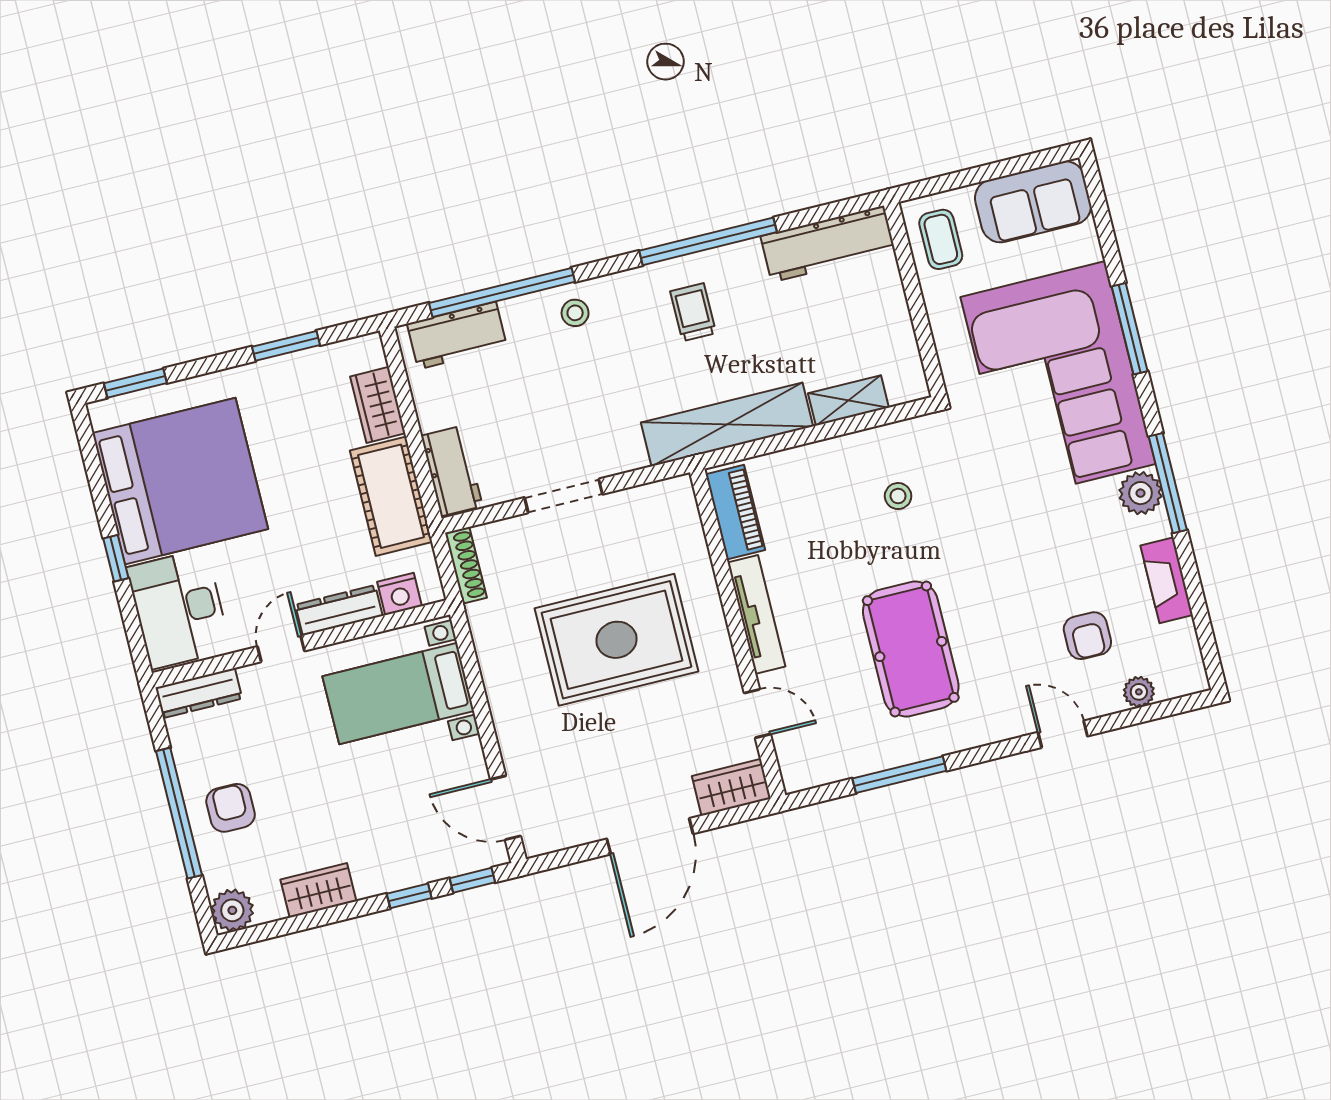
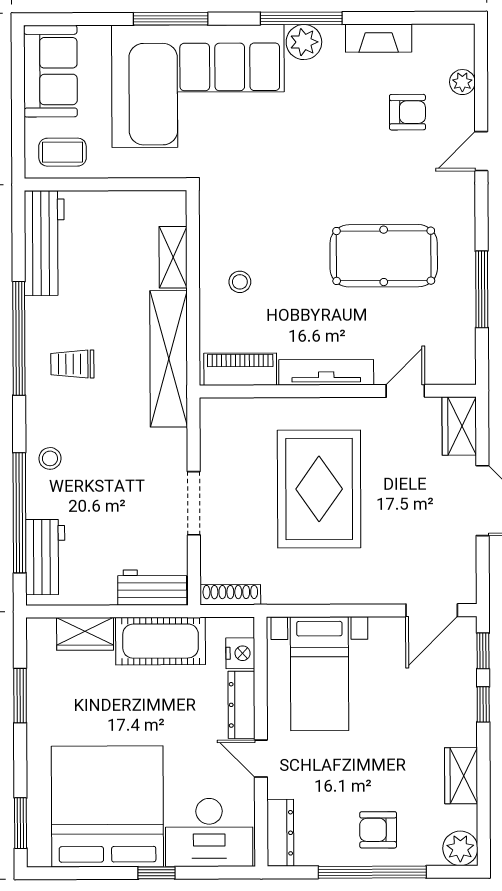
stool: (898, 496) -> (240, 282), moved

